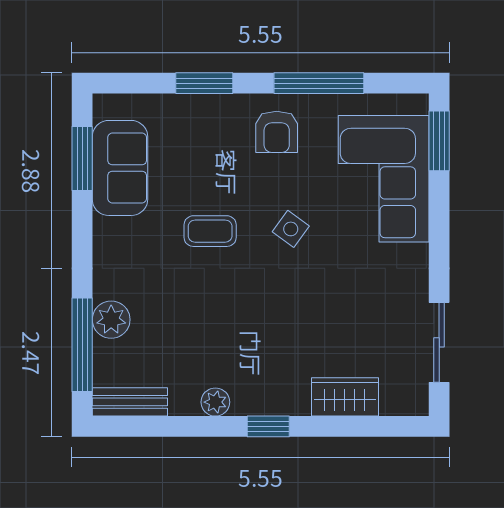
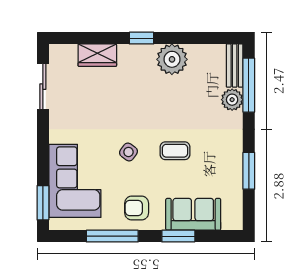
armchair: (277, 132) -> (137, 208), turned -90
window: (82, 158) -> (249, 171), moved
sofa: (120, 168) -> (193, 214), moved, turned 90
bench: (130, 402) -> (235, 66), moved, turned 90
plant: (215, 402) -> (172, 59), width x1.88, depth x1.88

